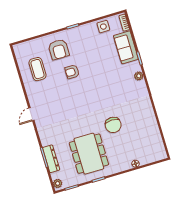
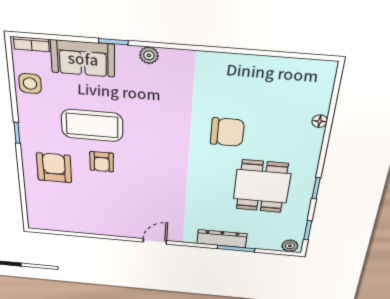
armchair: (59, 49) -> (54, 168), turned -90
coffee table: (37, 69) -> (92, 125), moved, width x1.36, depth x1.32
door: (31, 114) -> (155, 241), swing flipped
dining table: (89, 154) -> (262, 186), width x0.73
dresser: (51, 159) -> (222, 239), moved

